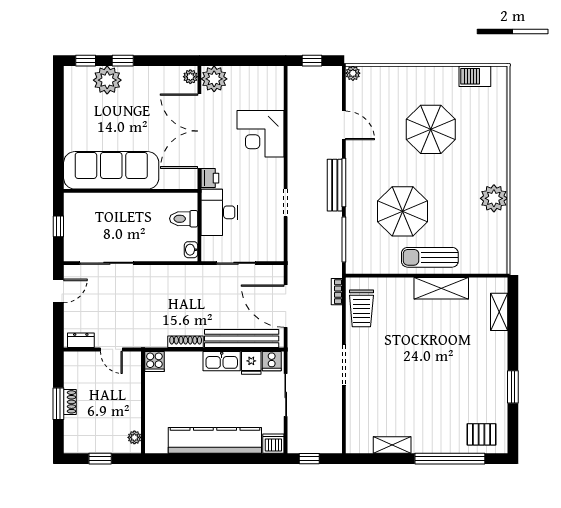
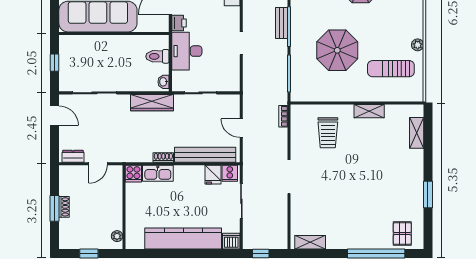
bench: (335, 185) -> (282, 23), width x0.73
plant: (494, 198) -> (418, 45), width x0.53, depth x0.53
sun lounger: (430, 257) -> (391, 69), moved
wardrobe: (177, 275) -> (152, 103), added
shelving: (441, 288) -> (369, 111), width x0.67, depth x0.75
door: (58, 291) -> (55, 116), hinge flipped
door: (286, 306) -> (241, 128), width x0.53
trolley: (361, 308) -> (328, 133), moved
shoe rack: (186, 342) -> (163, 157), width x0.70
door: (111, 349) -> (98, 164), hinge flipped
kitchen sink: (222, 361) -> (158, 173), moved
pallet: (482, 434) -> (402, 234), turned 90
shelving: (392, 445) -> (310, 242), moved

